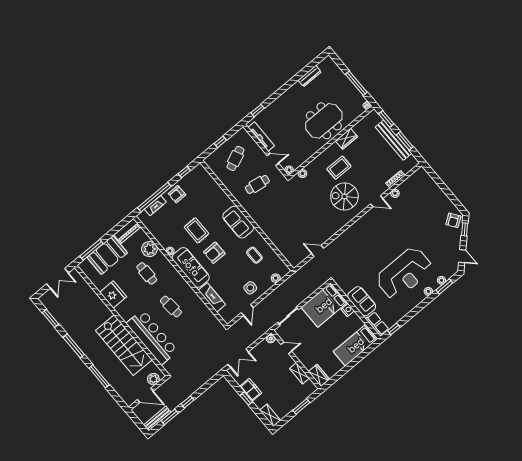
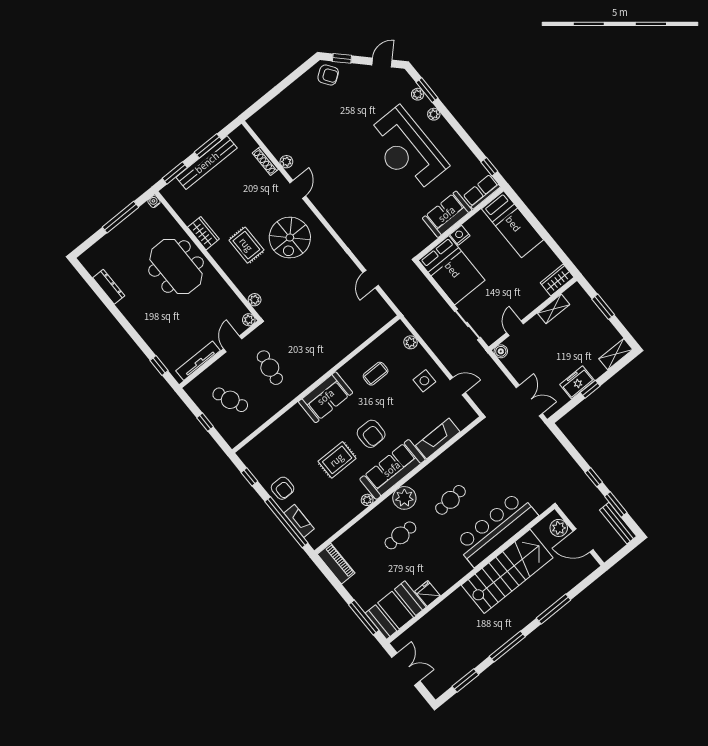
plant: (149, 249) -> (404, 498), moved
booth: (107, 255) -> (396, 610), moved, turned 90
reception desk: (404, 273) -> (406, 150), turned 180
fridge: (113, 294) -> (427, 593), width x0.53, depth x0.75
door: (145, 395) -> (583, 540), swing flipped

